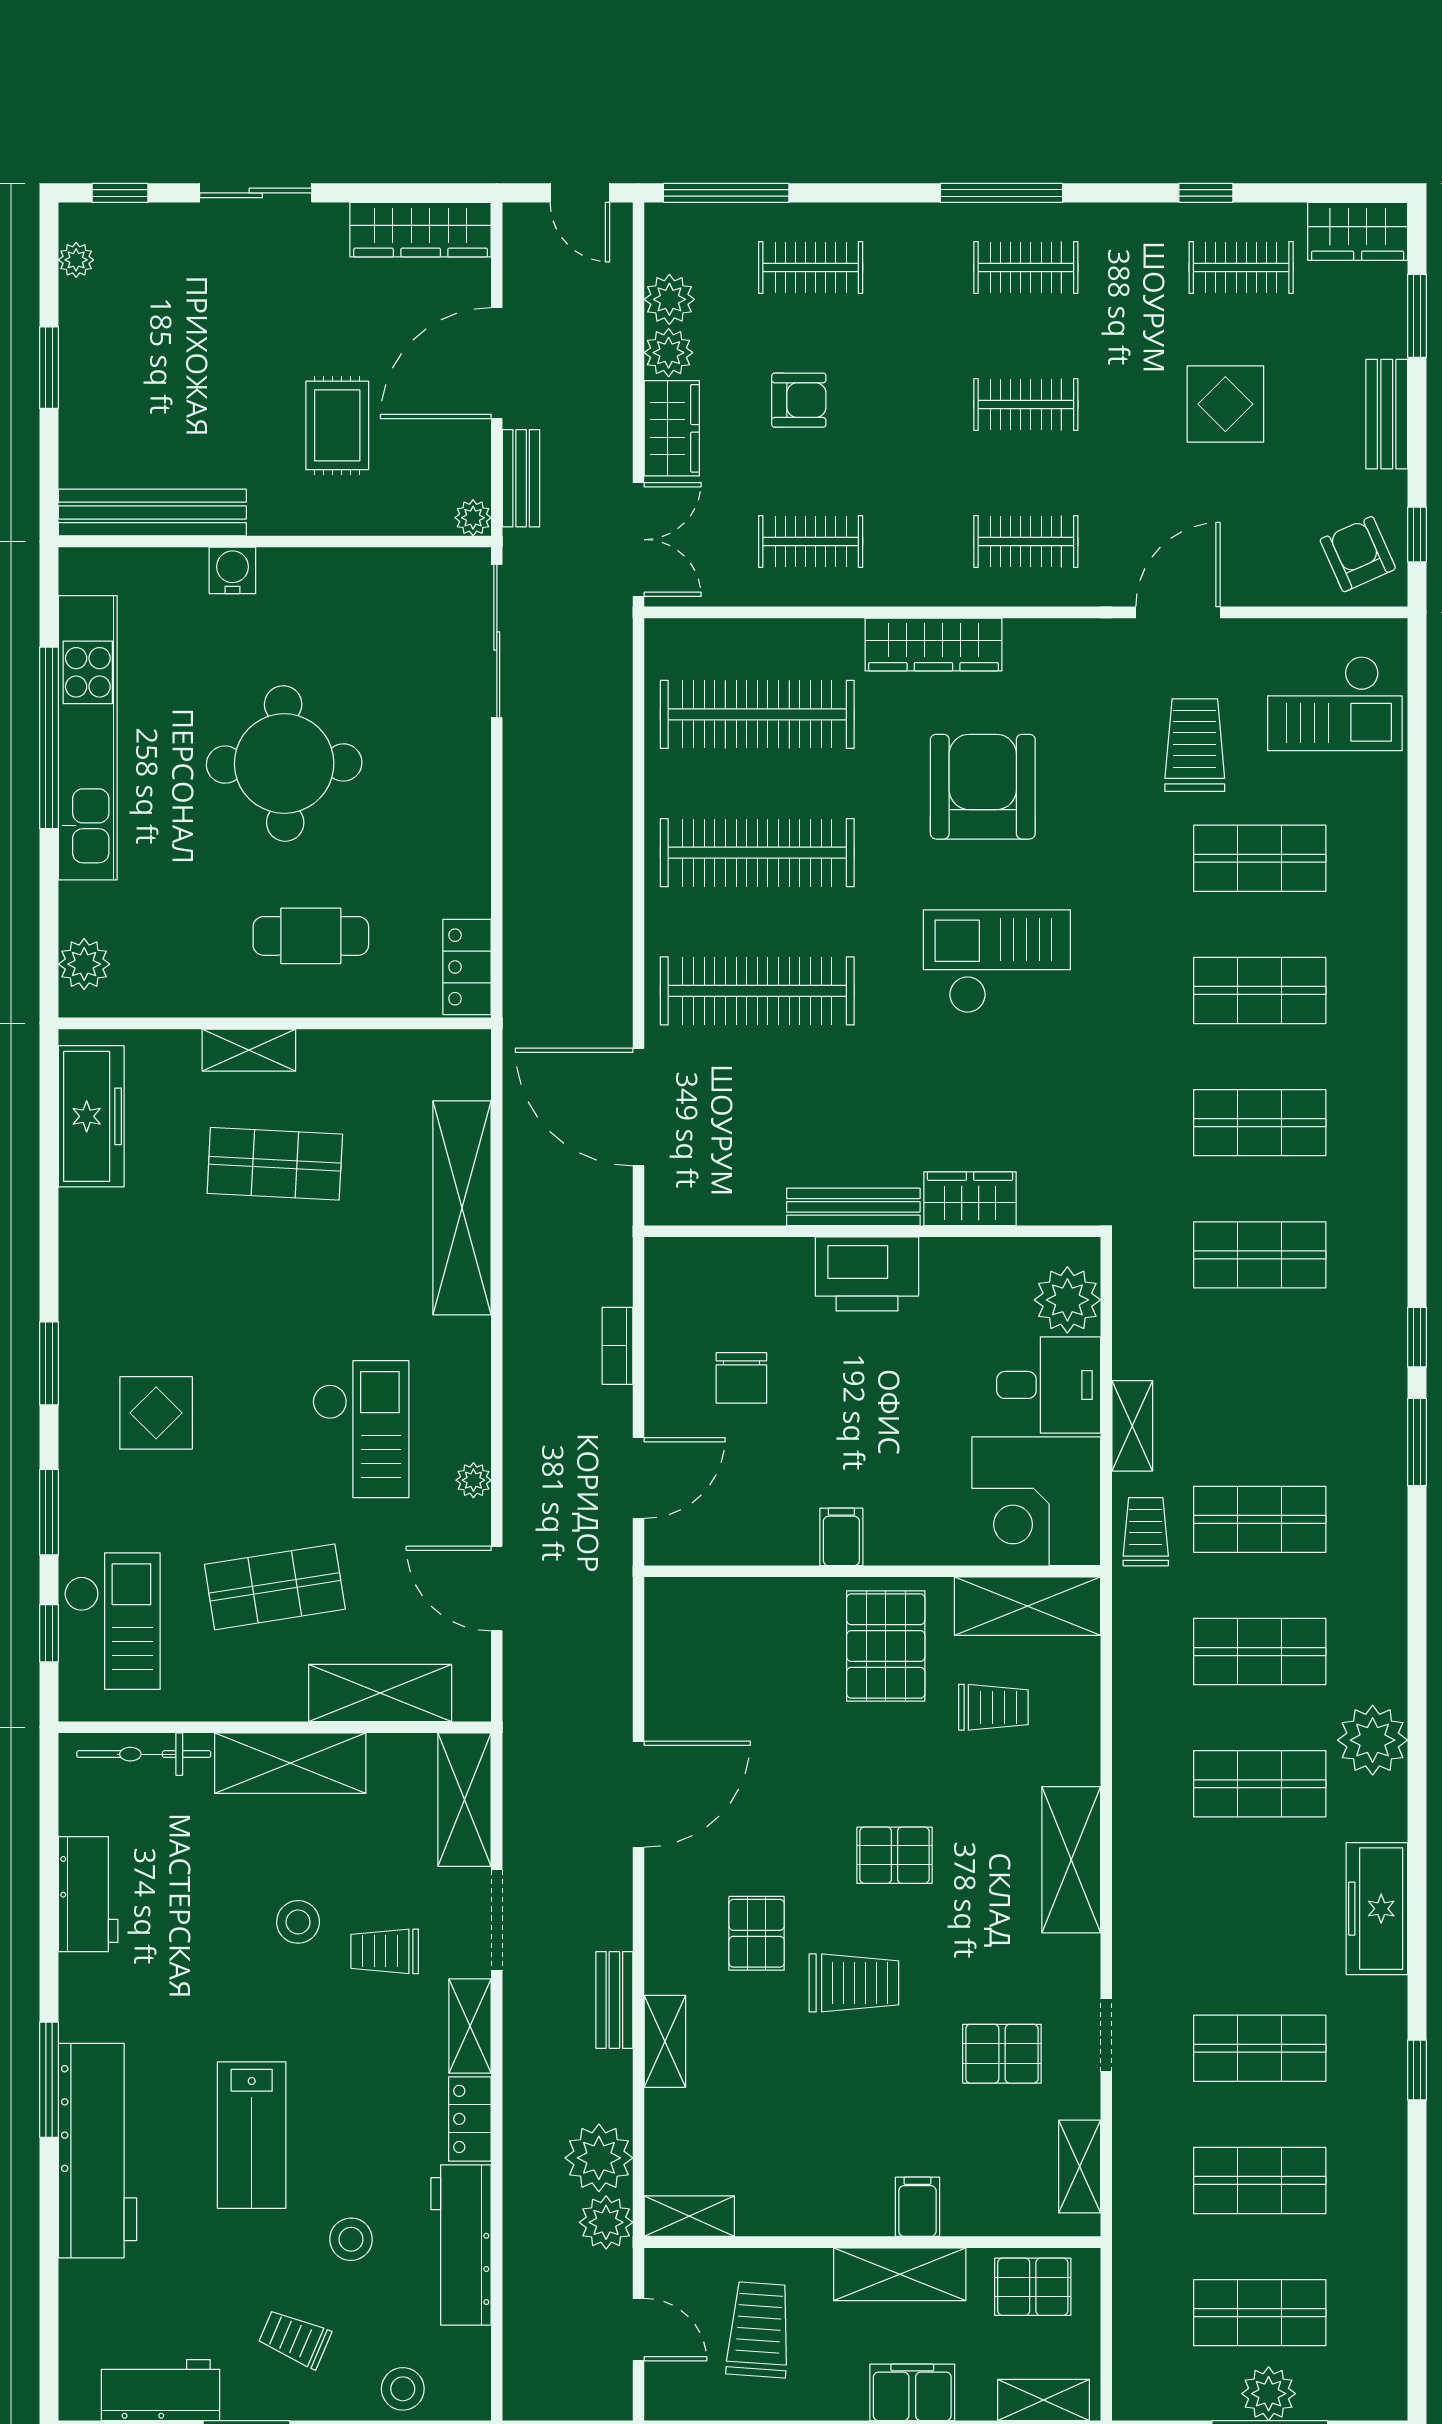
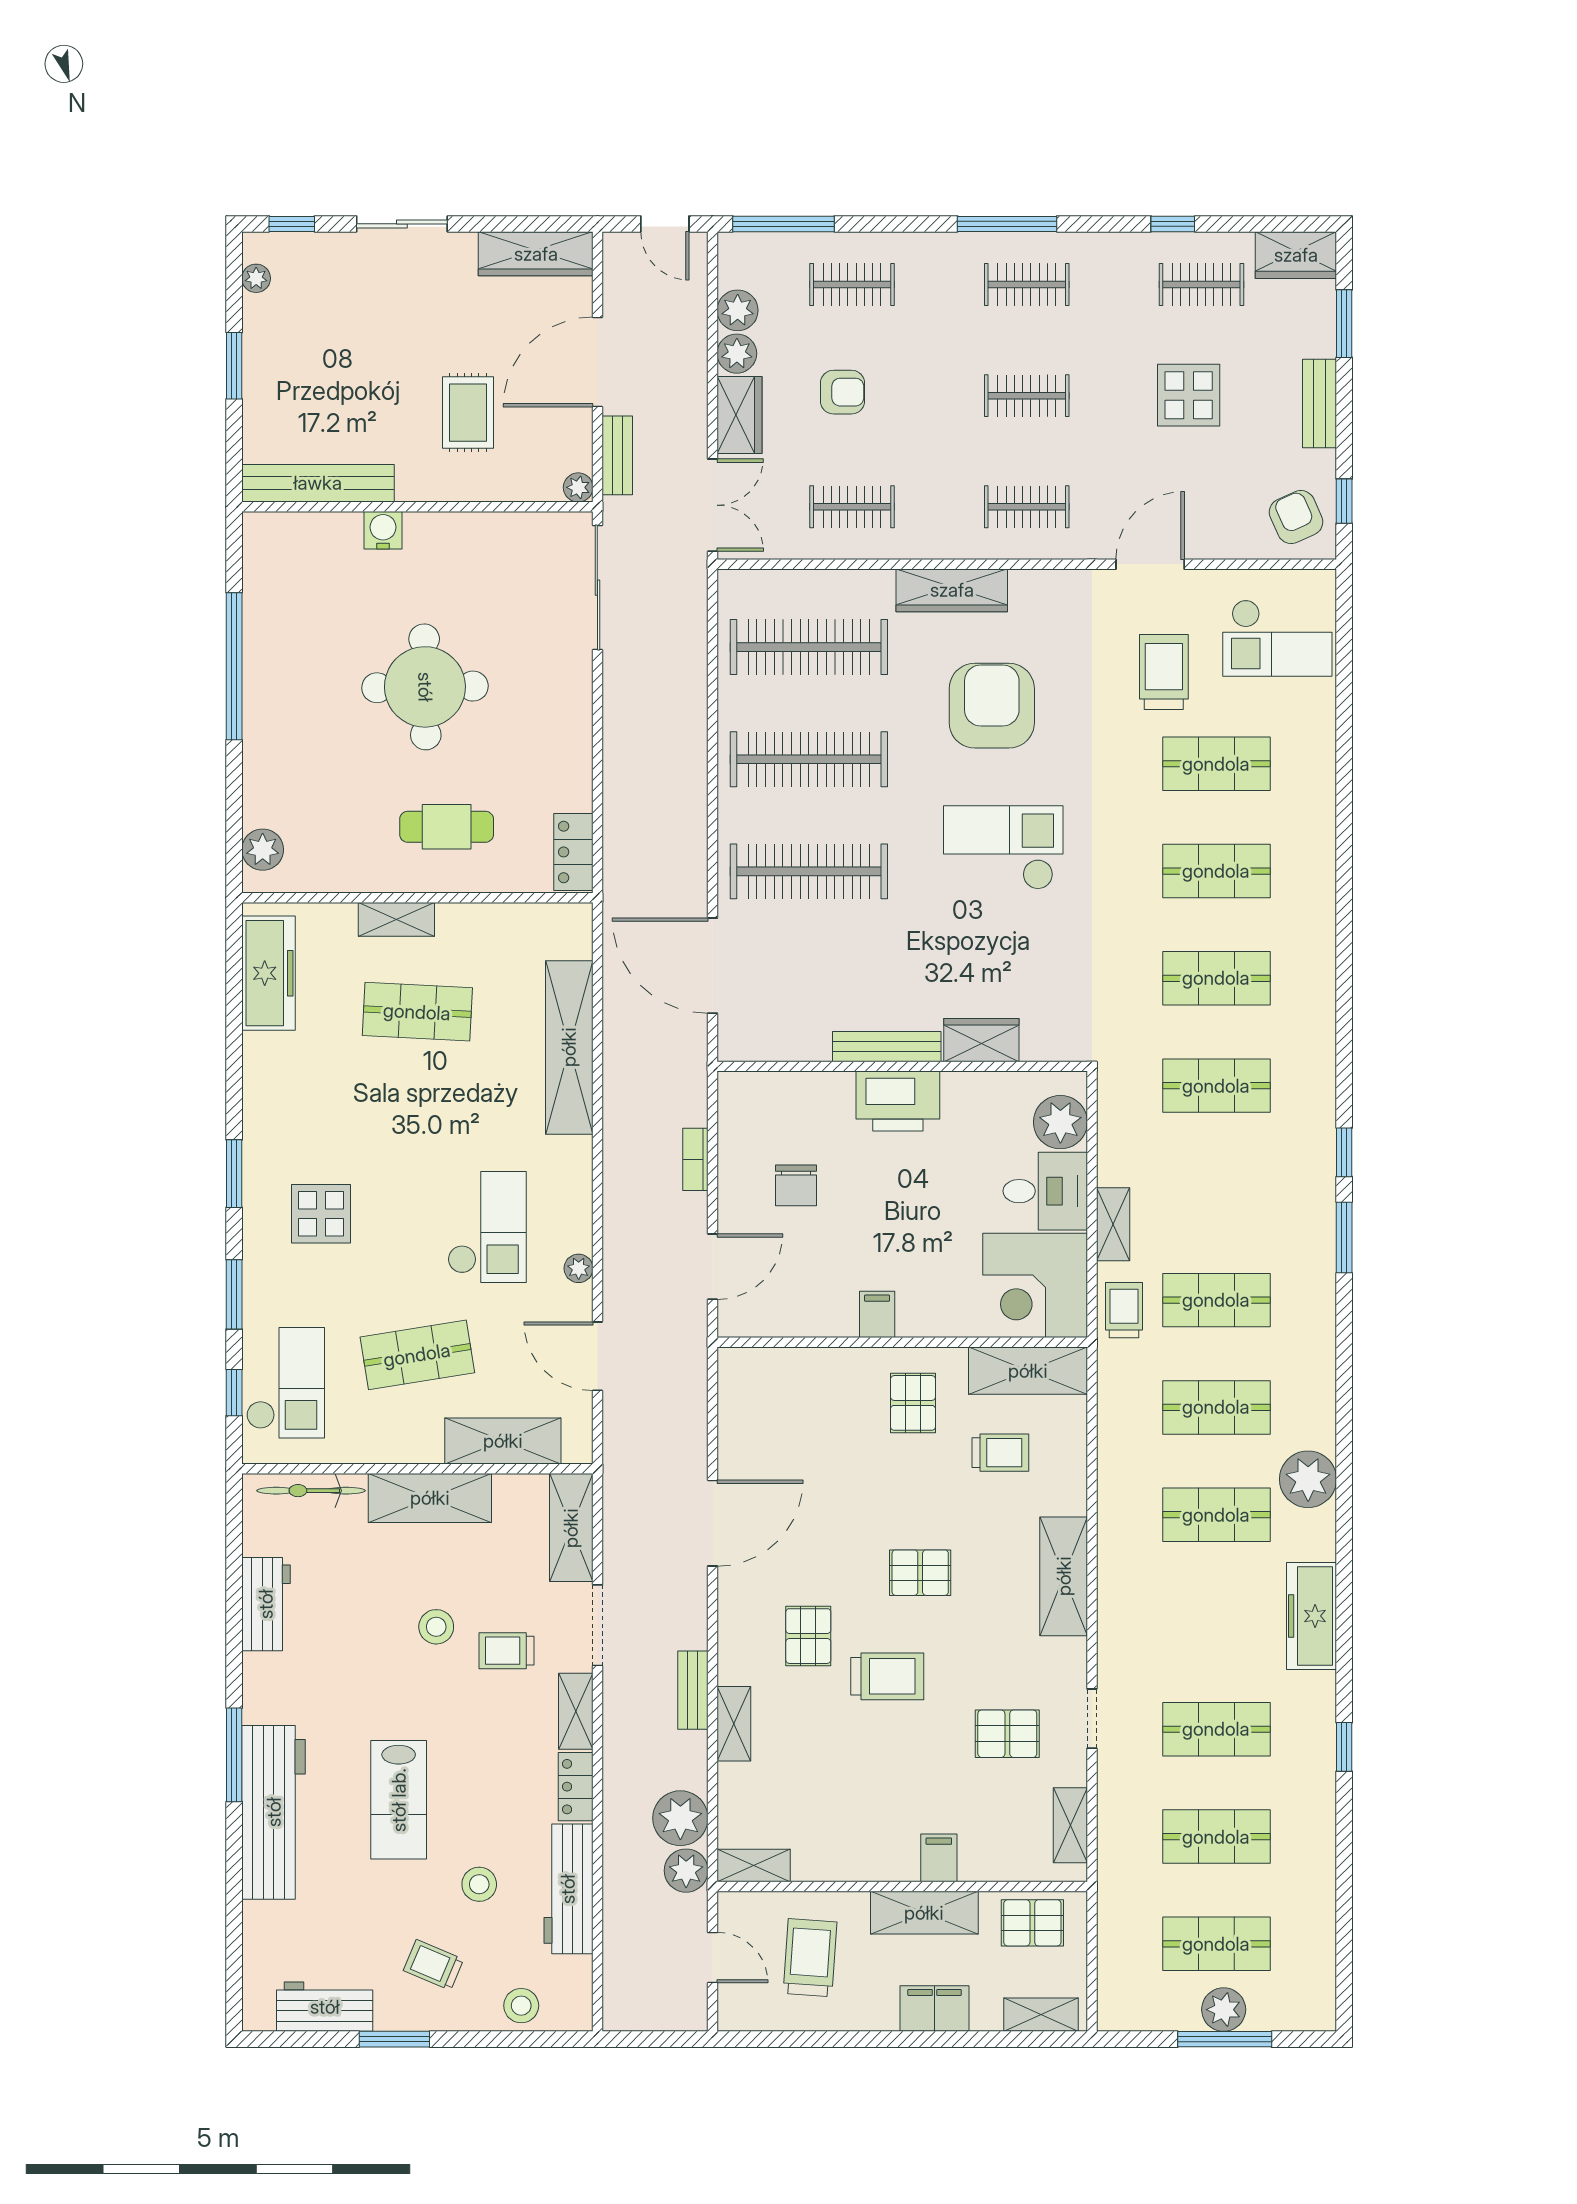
kitchen unit: (88, 738) -> (266, 666), removed
pallet: (886, 1646) -> (913, 1403), width x0.67, depth x0.71

